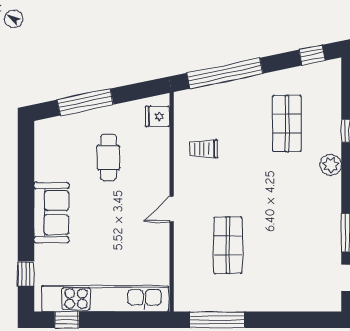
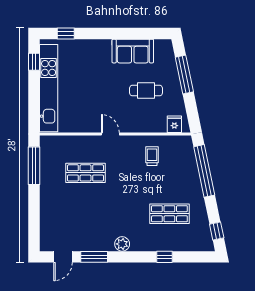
plant: (331, 165) -> (122, 244), moved
sofa: (51, 213) -> (133, 51), moved

